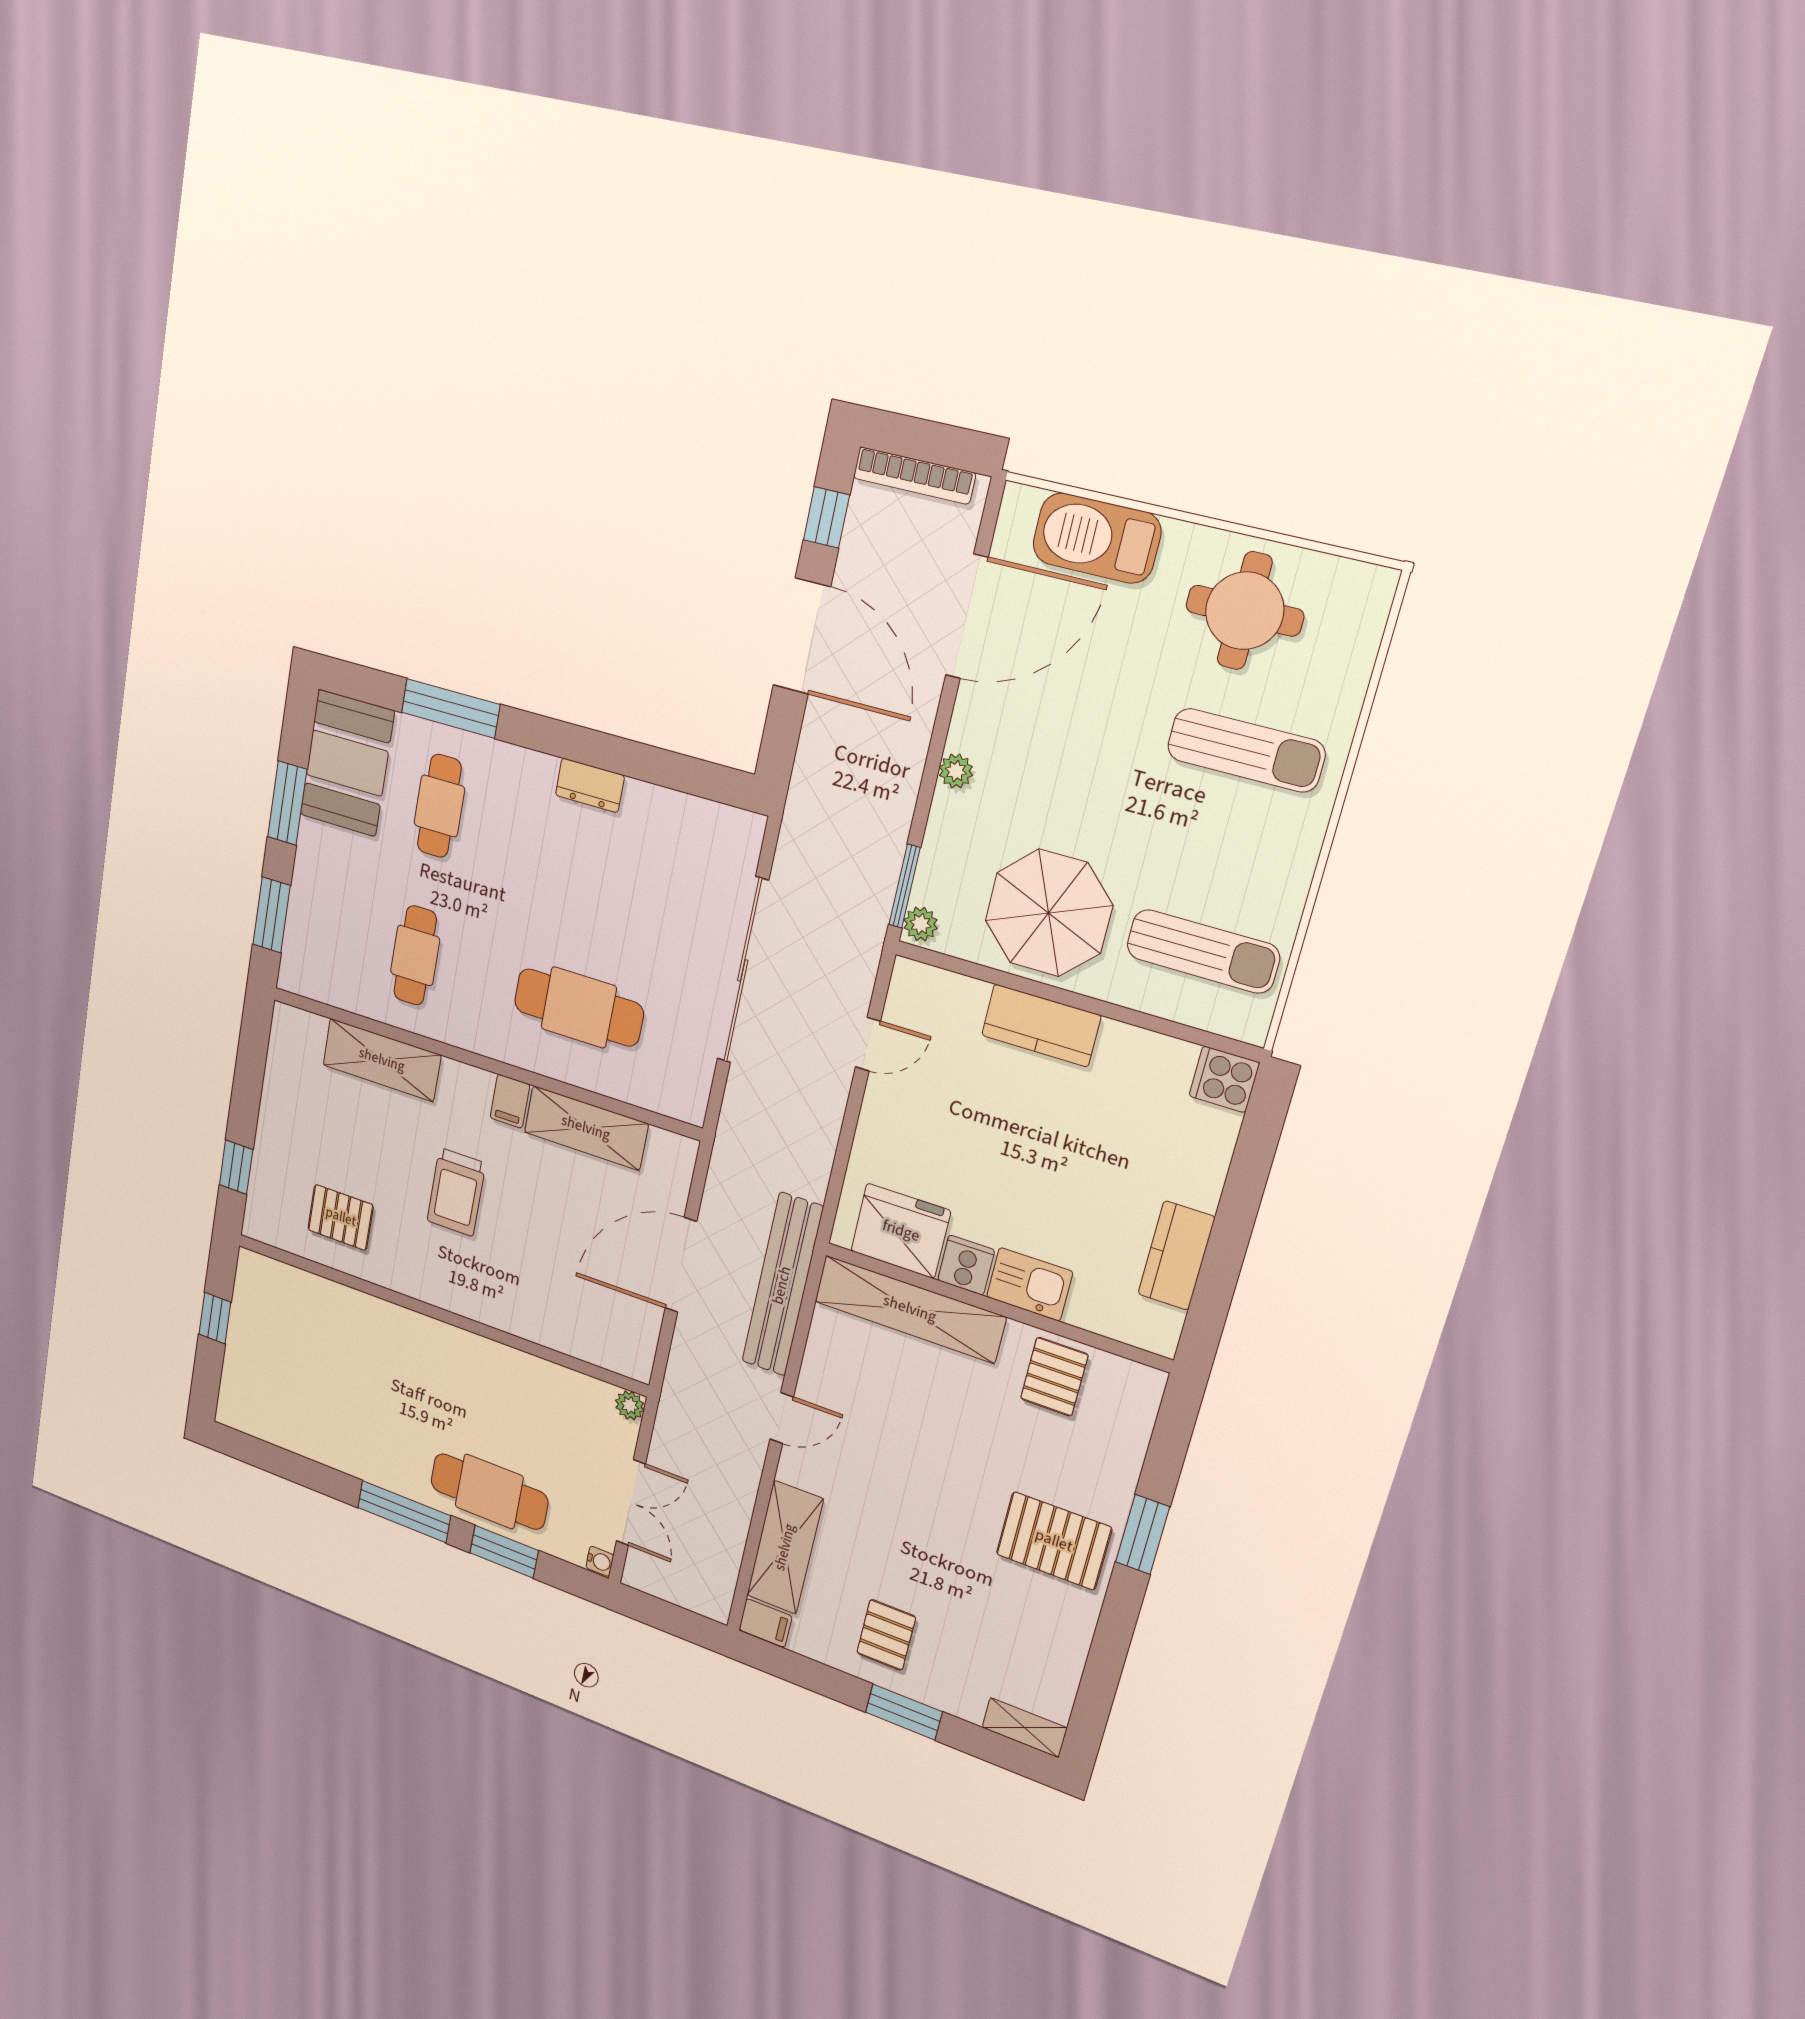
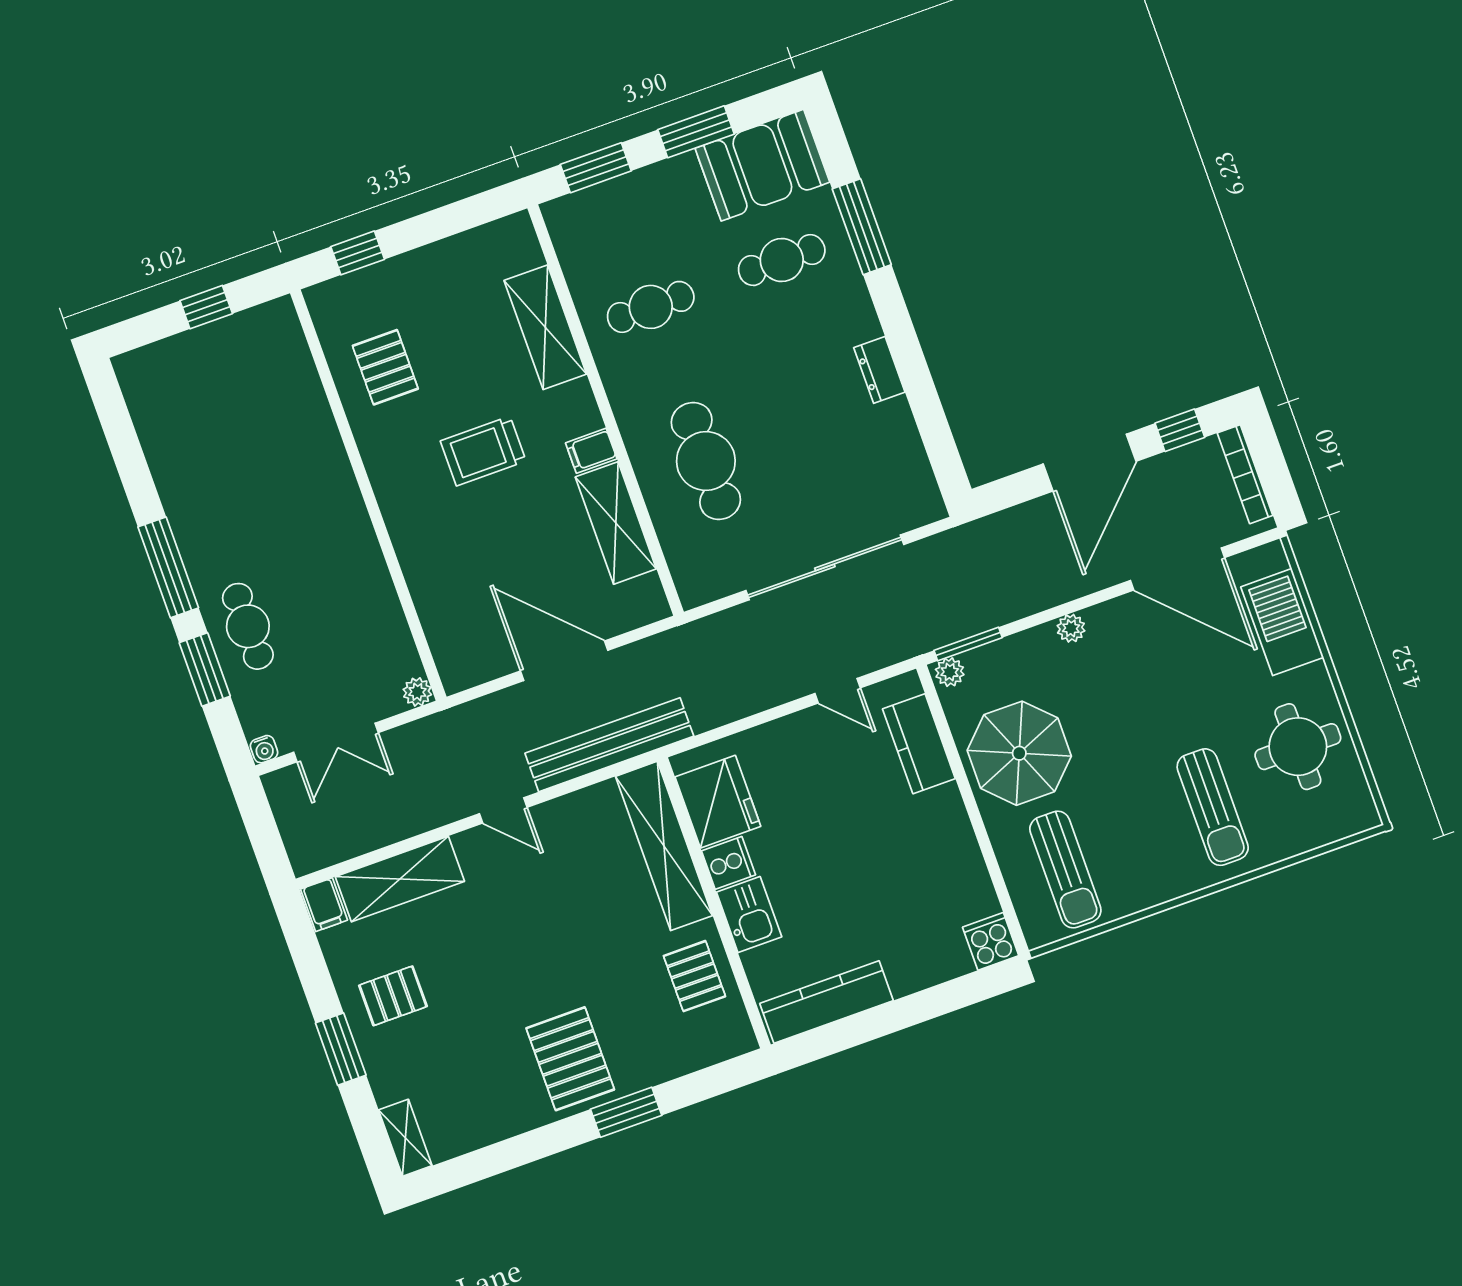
kitchen counter: (1041, 1025) -> (919, 744), moved
kitchen counter: (1176, 1256) -> (827, 1002), width x1.50
pallet: (1054, 1377) -> (694, 976), turned 90
cafe table: (489, 1492) -> (248, 626), width x0.73, depth x0.74

